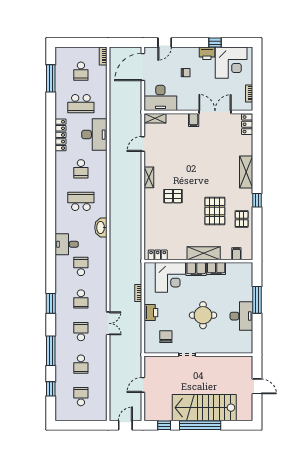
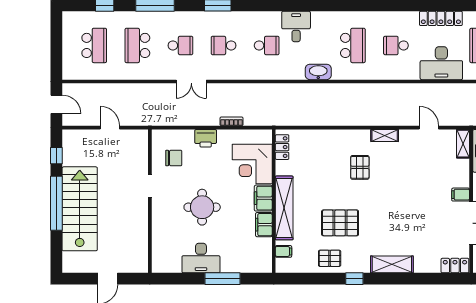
shelving: (204, 253) -> (284, 208), width x1.47
school desk: (81, 364) -> (137, 45), width x1.85
school desk: (81, 397) -> (94, 45), width x1.85

